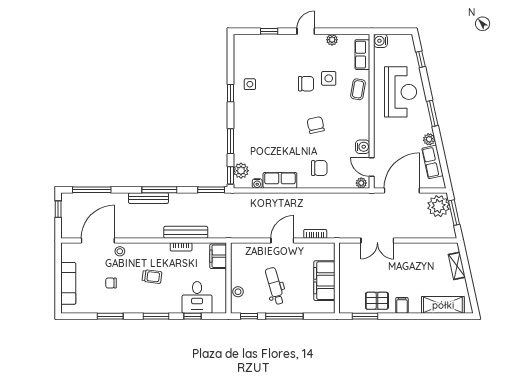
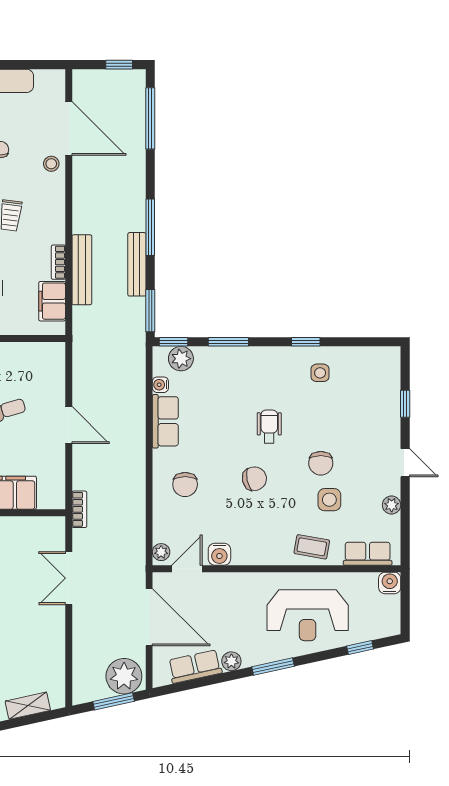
wheelchair: (283, 116) -> (269, 426), added
bench: (148, 198) -> (137, 264), moved
bookcase: (315, 234) -> (79, 509), moved
filing cabinet: (218, 256) -> (52, 301), moved, turned -90

